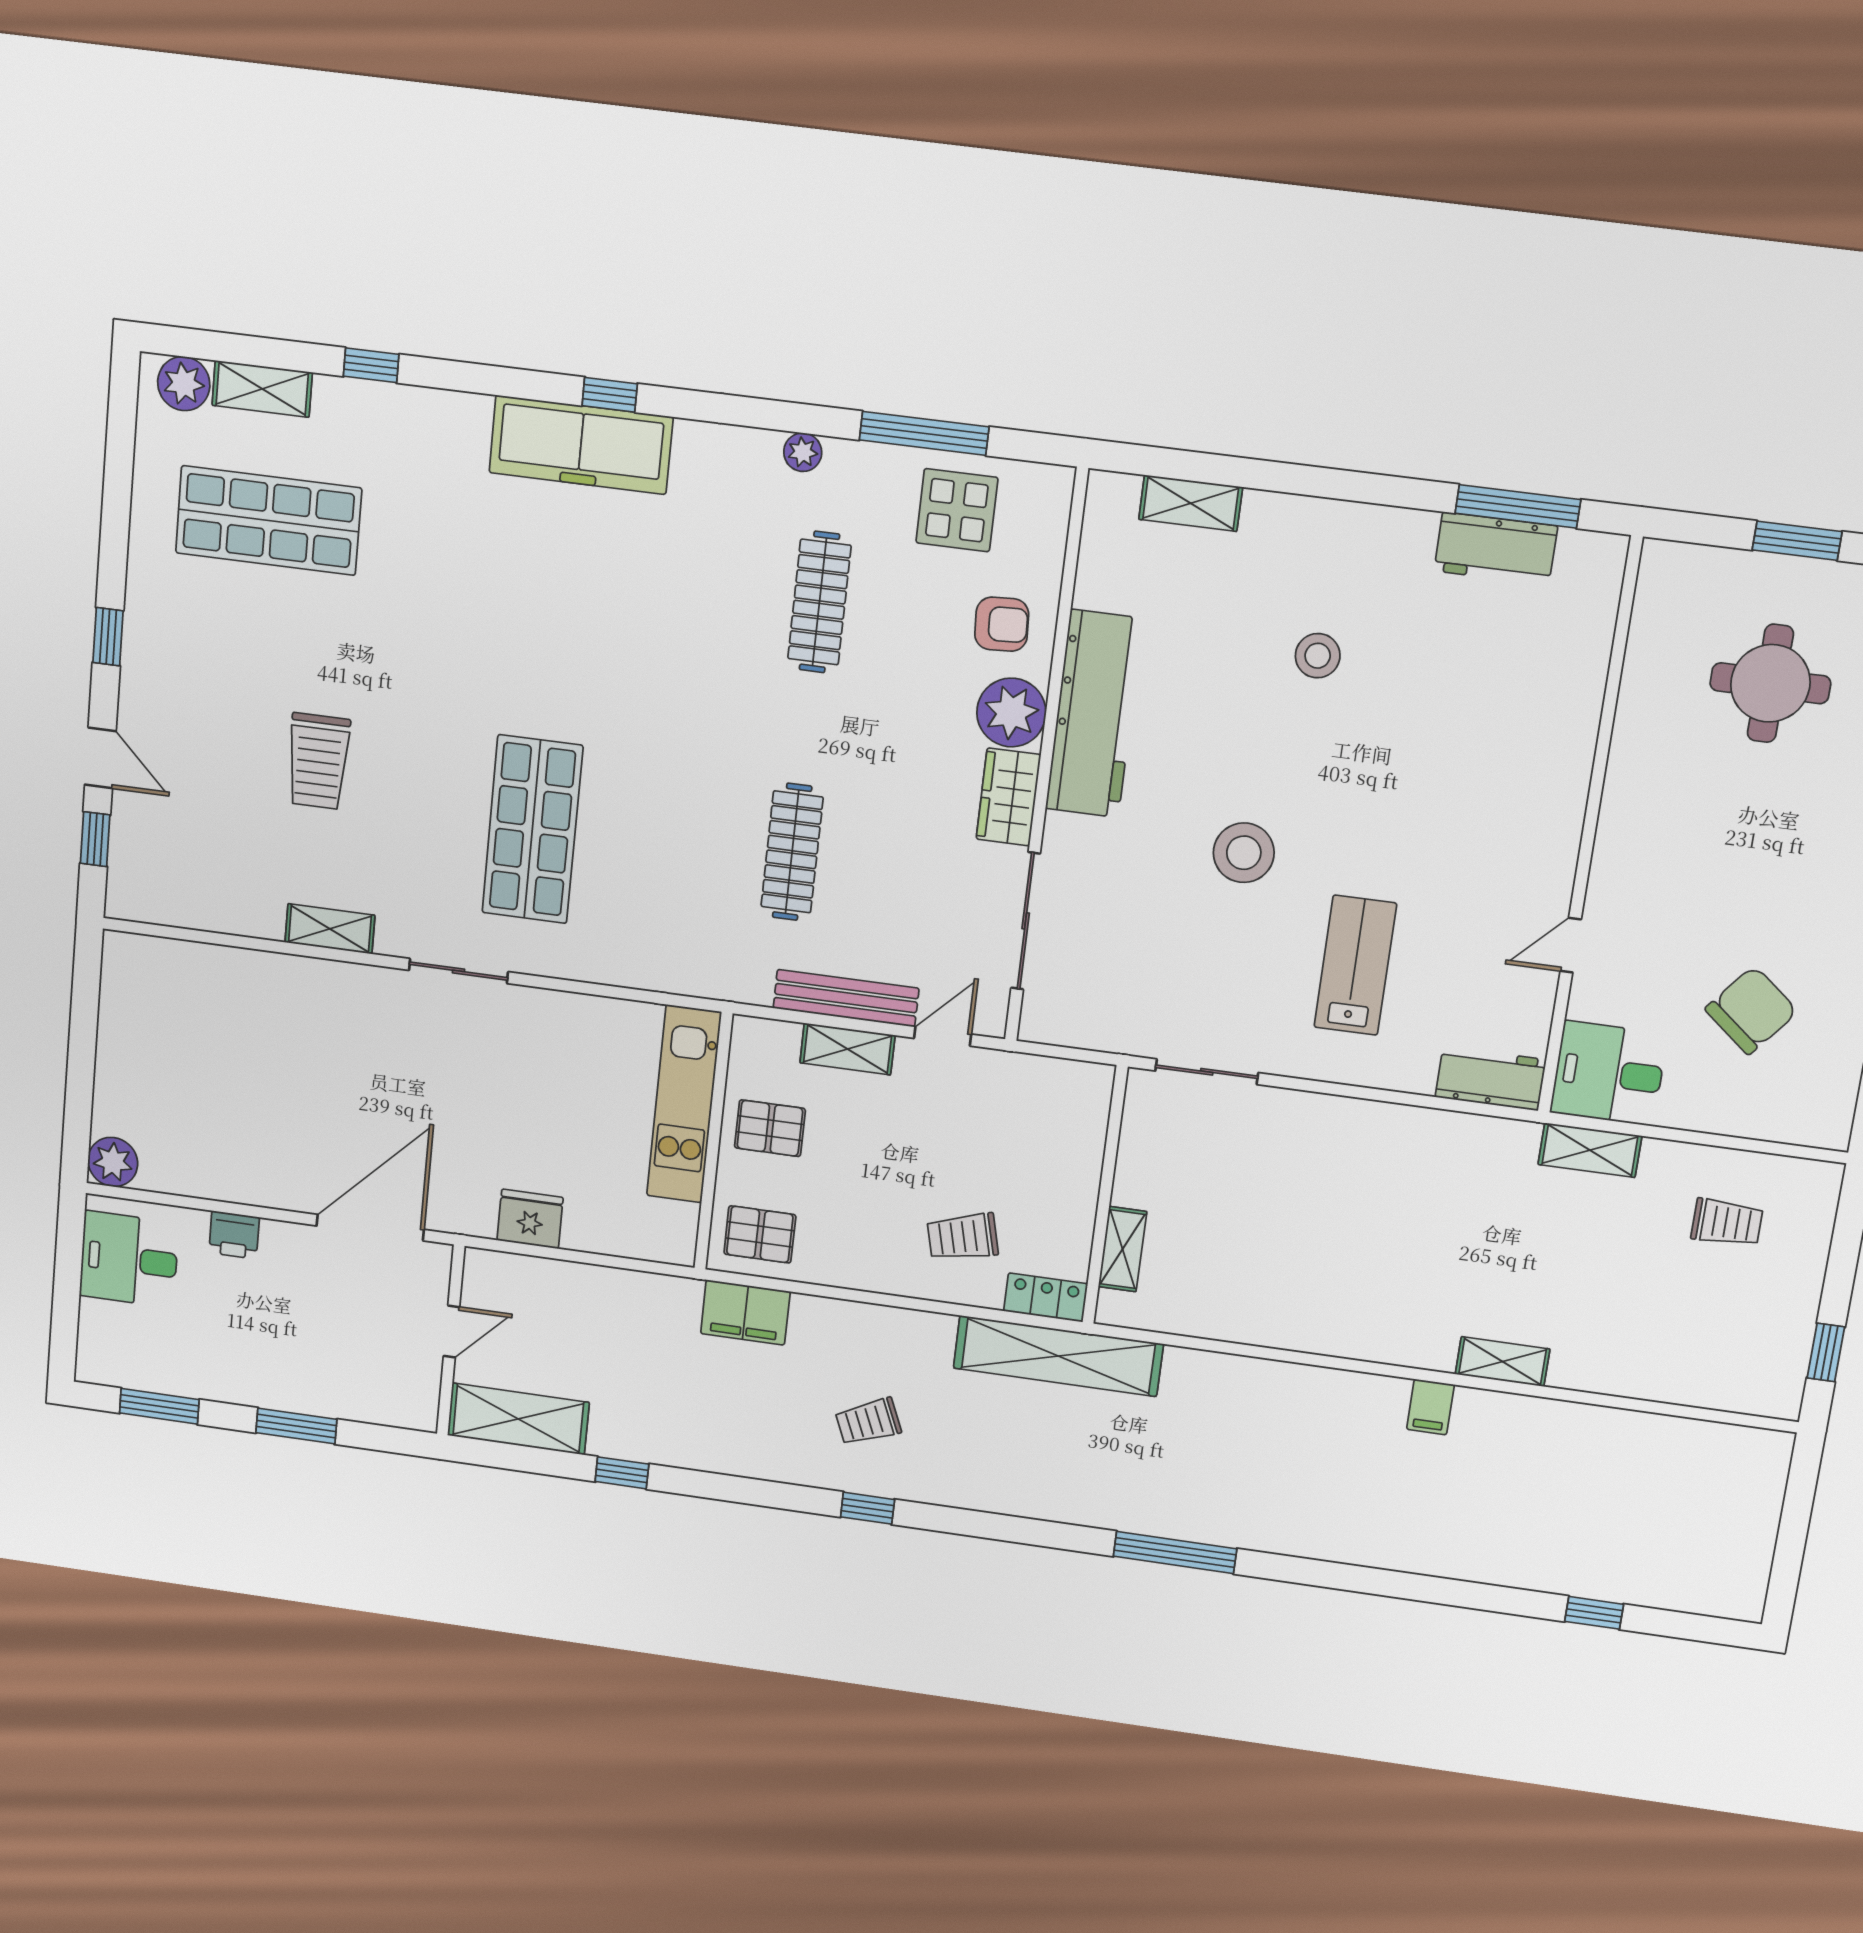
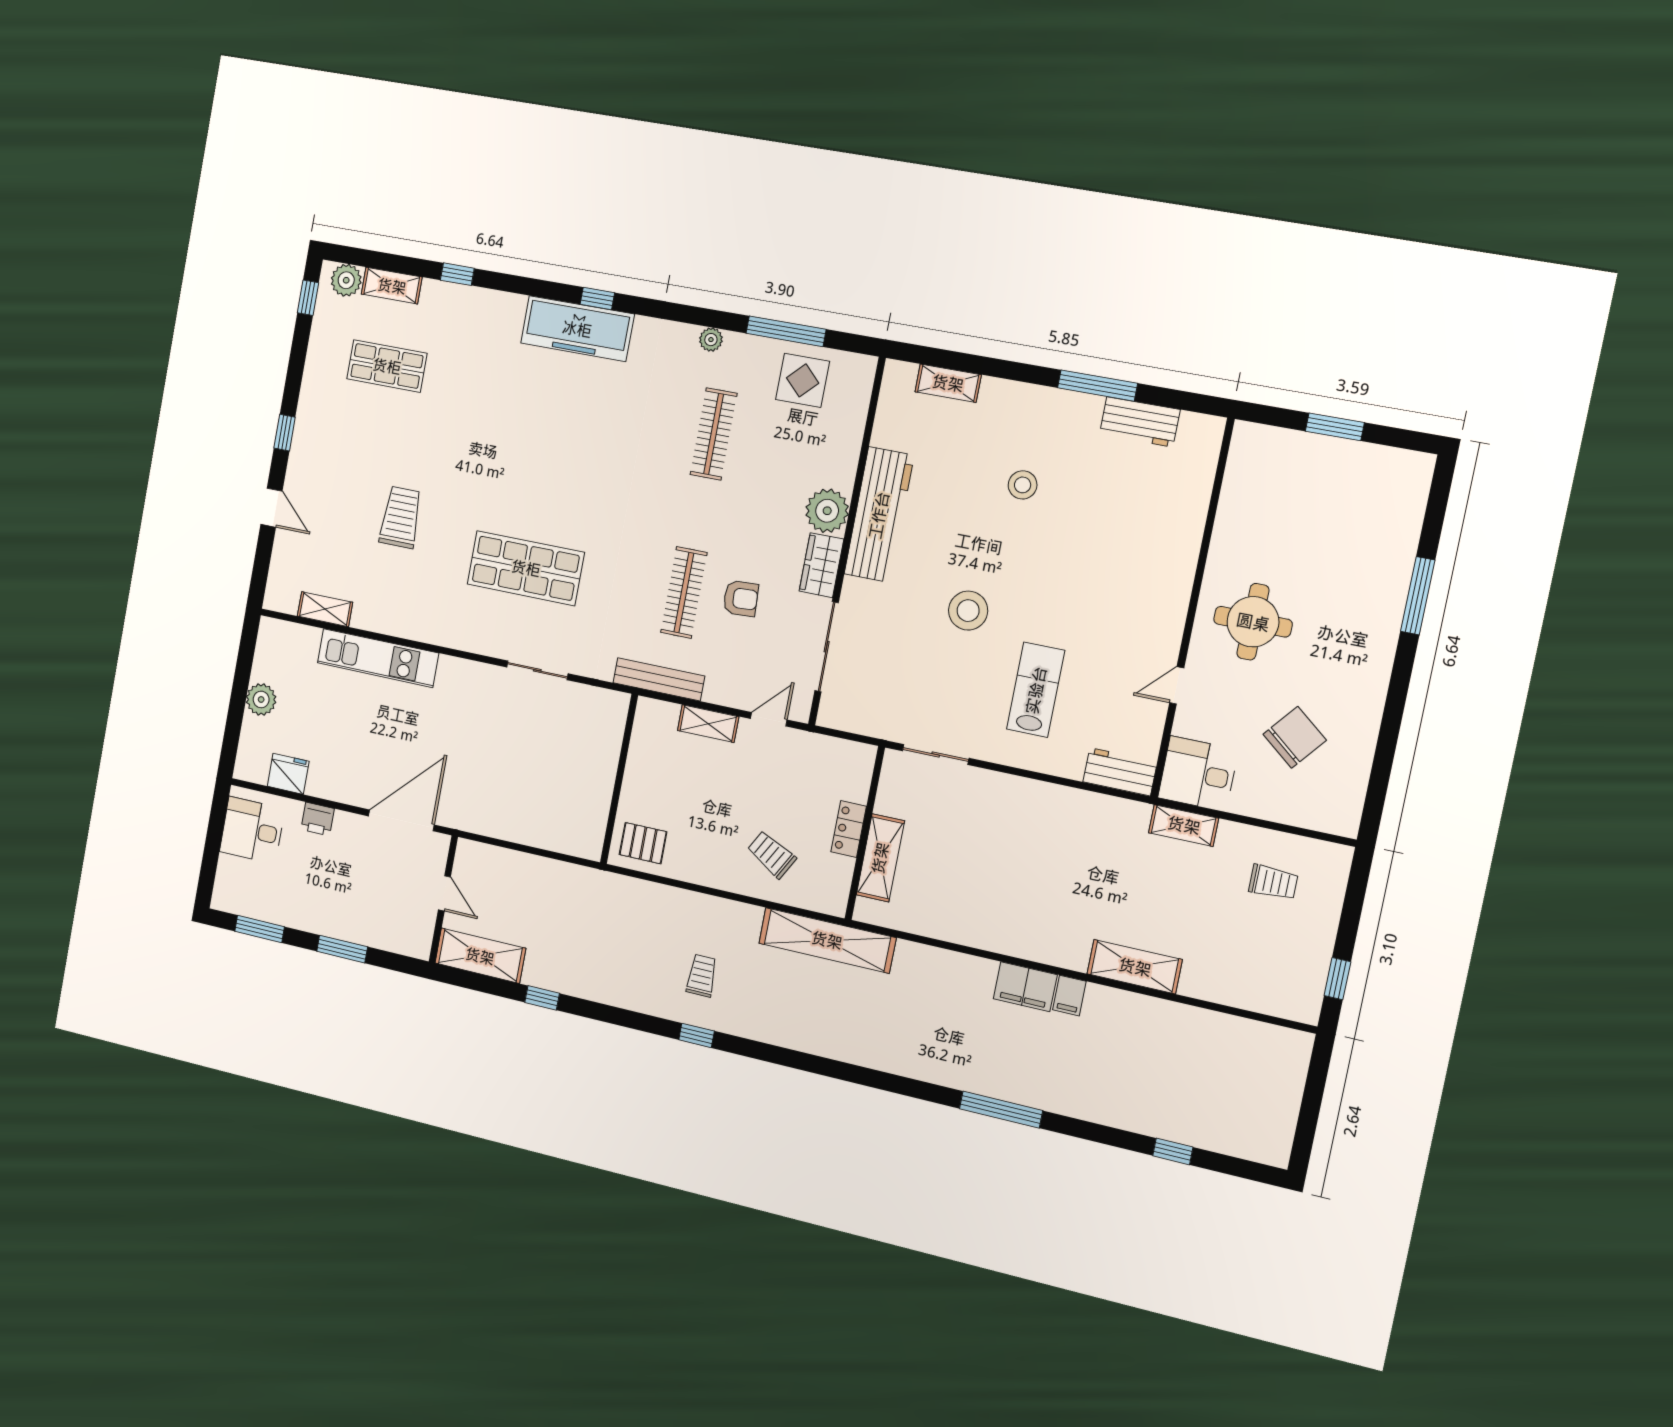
window: (1518, 506) -> (1097, 386), moved
shop shelf: (268, 521) -> (387, 366), width x0.70, depth x0.74
armchair: (1002, 624) -> (741, 598), moved
round table: (1770, 683) -> (1253, 622), moved
trolley: (318, 761) -> (401, 517), turned 180
shop shelf: (532, 829) -> (526, 568), turned 90
window: (95, 839) -> (308, 298), moved
shelving: (330, 929) -> (325, 609), moved
sliding door: (458, 971) -> (537, 670), moved
bench: (846, 998) -> (659, 679), moved
kitchen unit: (684, 1104) -> (378, 658), moved, turned -90
pallet: (770, 1128) -> (655, 773), removed
plant: (113, 1162) -> (261, 699), moved
fridge: (530, 1219) -> (288, 774), moved
trolley: (963, 1237) -> (772, 854), turned 43
shelving: (1123, 1249) -> (880, 858), width x1.50, depth x1.33
locker: (1046, 1297) -> (849, 829), moved, turned -90
filing cabinet: (745, 1313) -> (1025, 987), moved
door: (452, 1332) -> (444, 893), hinge flipped
shelving: (1503, 1362) -> (1135, 967), width x1.50, depth x1.33
trolley: (868, 1422) -> (702, 976), turned 113
window: (1175, 1552) -> (1001, 1110), moved

